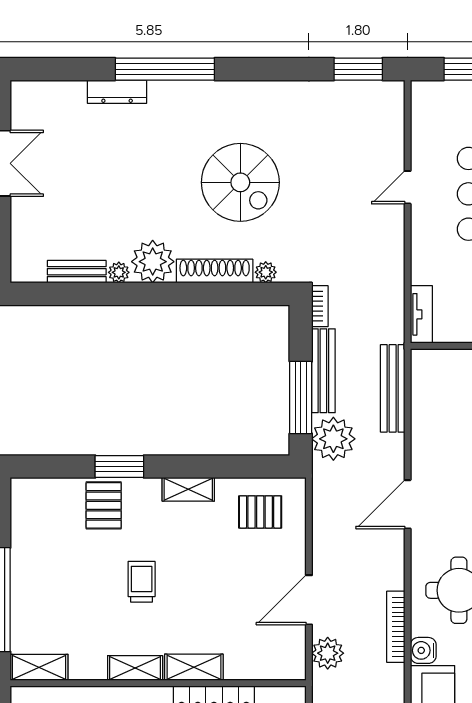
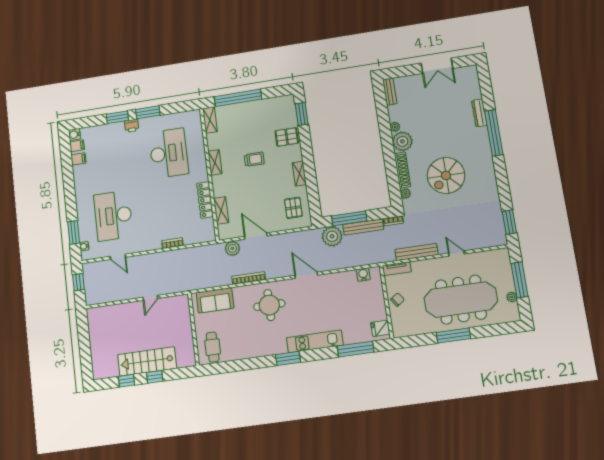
bench: (77, 272) -> (390, 92), moved
bench: (393, 388) -> (417, 252), moved
window: (119, 467) -> (302, 114), moved
water cooler: (423, 650) -> (363, 274), moved
shelving: (194, 667) -> (221, 210), moved

